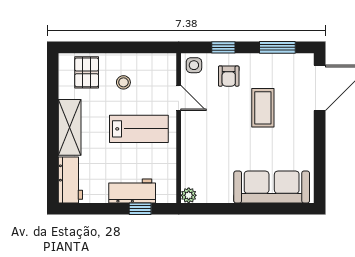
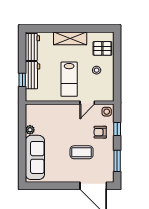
workbench: (70, 180) -> (32, 47), moved, turned -90
plant: (189, 195) -> (30, 130), moved

